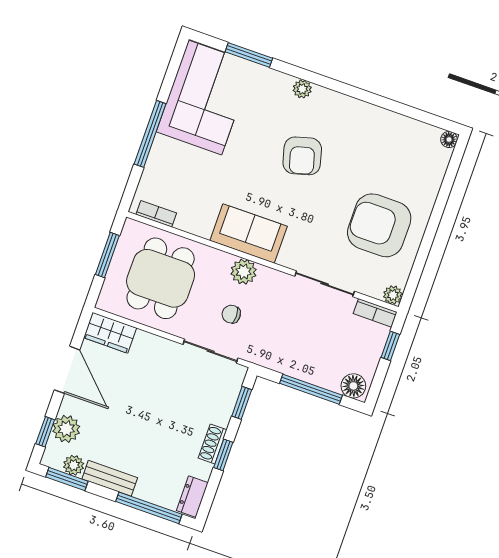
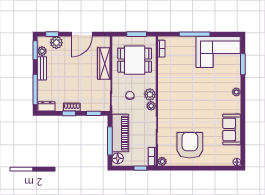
armchair: (302, 156) -> (208, 102), removed
sofa: (249, 233) -> (232, 129), moved, turned 180
plant: (268, 277) -> (151, 106), added
wardrobe: (110, 333) -> (104, 63), moved, width x1.50
piano: (303, 362) -> (120, 133), added

